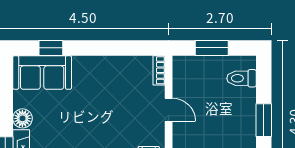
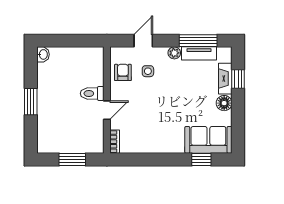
toilet: (242, 78) -> (92, 93), moved, turned 180
door: (169, 110) -> (107, 110), swing flipped

